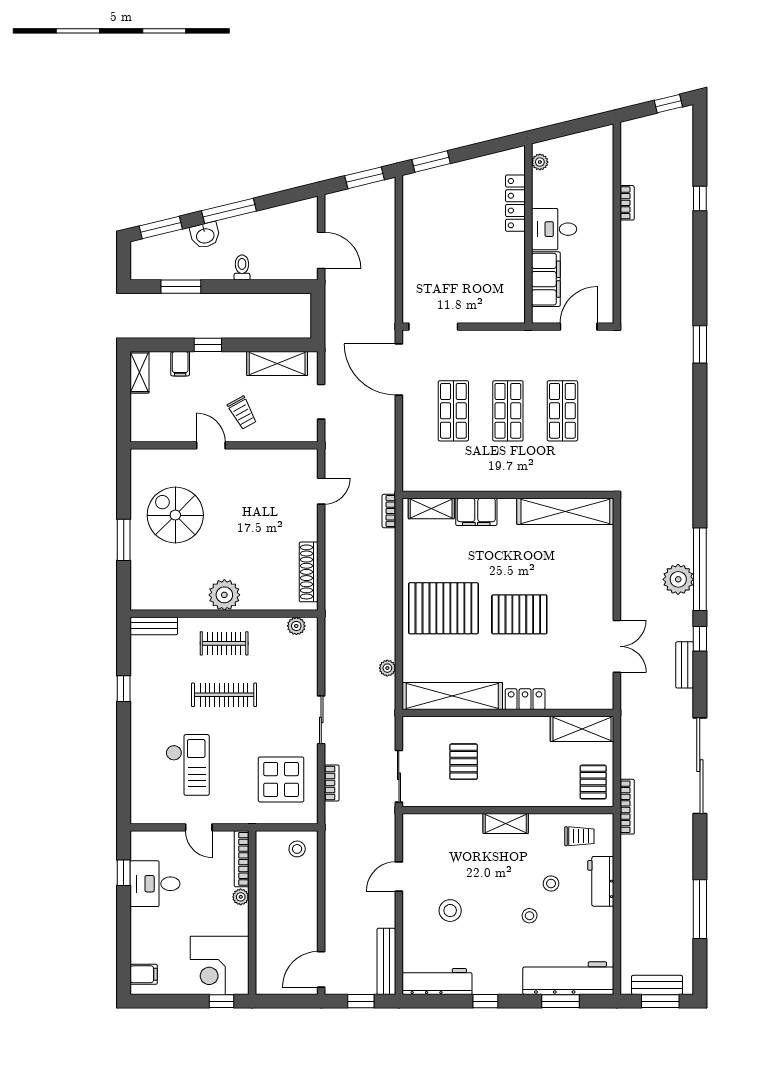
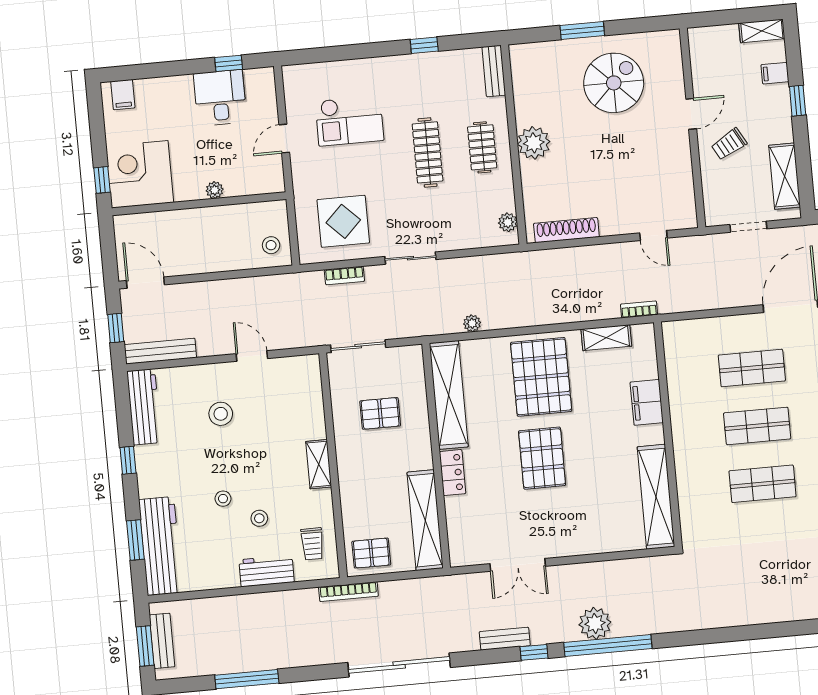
shelving: (431, 509) -> (606, 338), moved, turned 90
shelving: (582, 729) -> (425, 520), width x1.47
bookcase: (242, 859) -> (255, 187), removed

